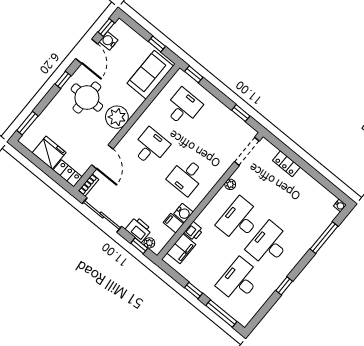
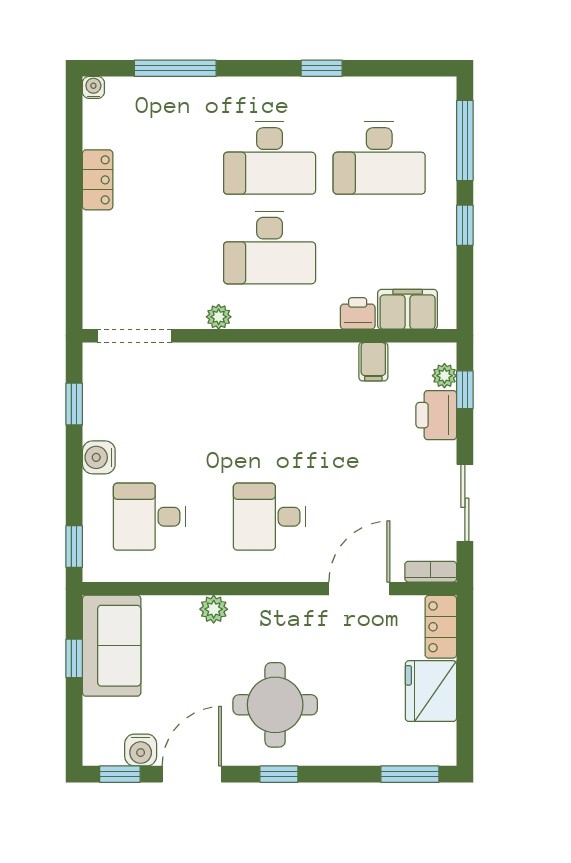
sofa: (150, 75) -> (112, 646), moved, turned -90
plant: (117, 117) -> (214, 609), moved, width x0.53, depth x0.53
locker: (286, 164) -> (98, 180), moved
desk: (186, 176) -> (270, 408), removed
water cooler: (183, 213) -> (99, 457), moved, turned -90
sliding door: (102, 215) -> (465, 503), width x0.73

